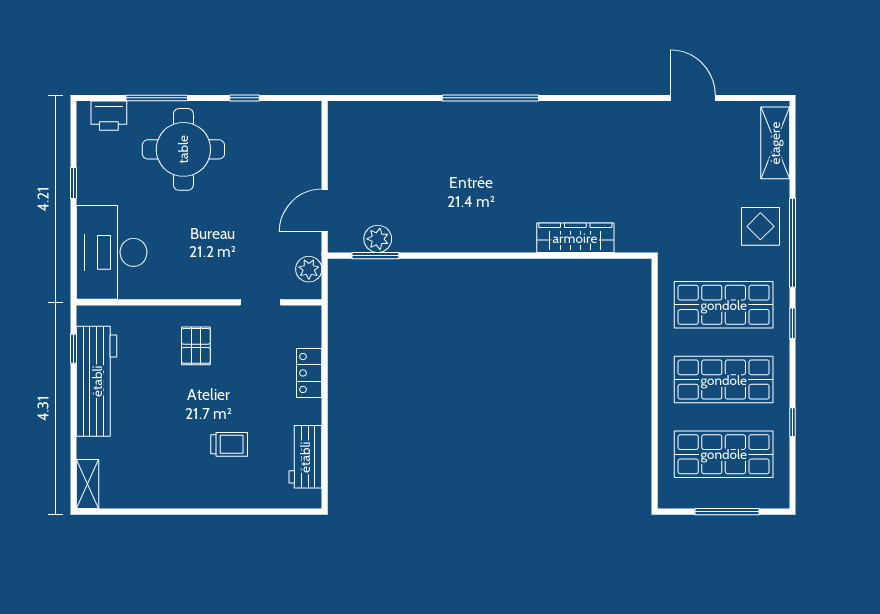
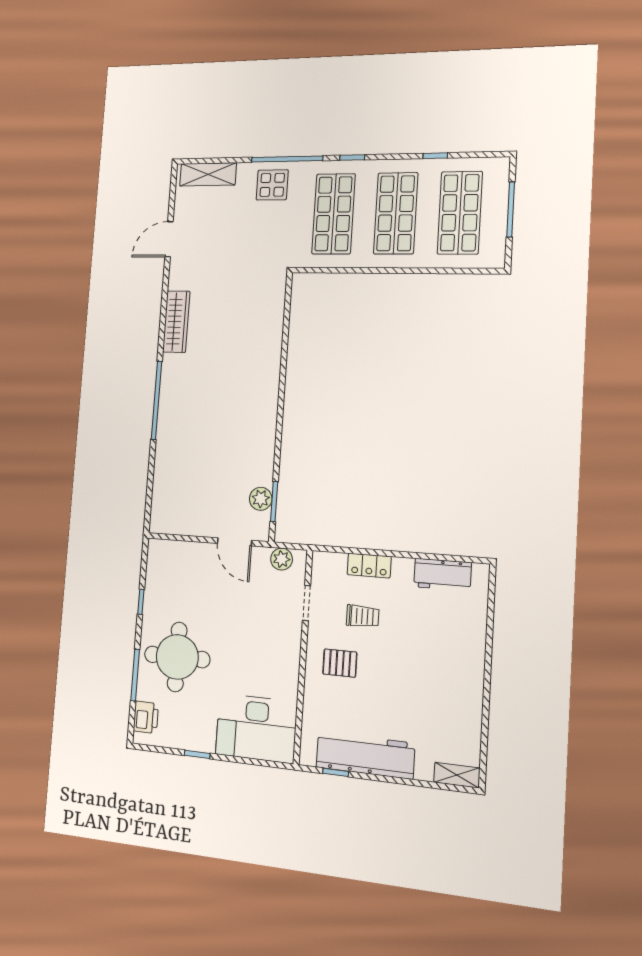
wardrobe: (575, 238) -> (176, 322), moved, turned 180
trolley: (229, 444) -> (363, 616), moved, turned 90

